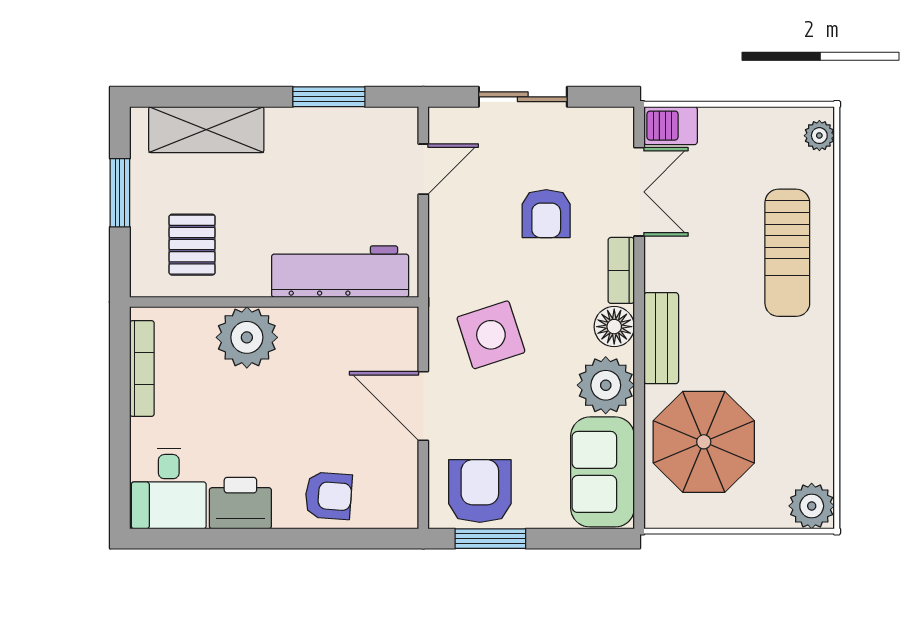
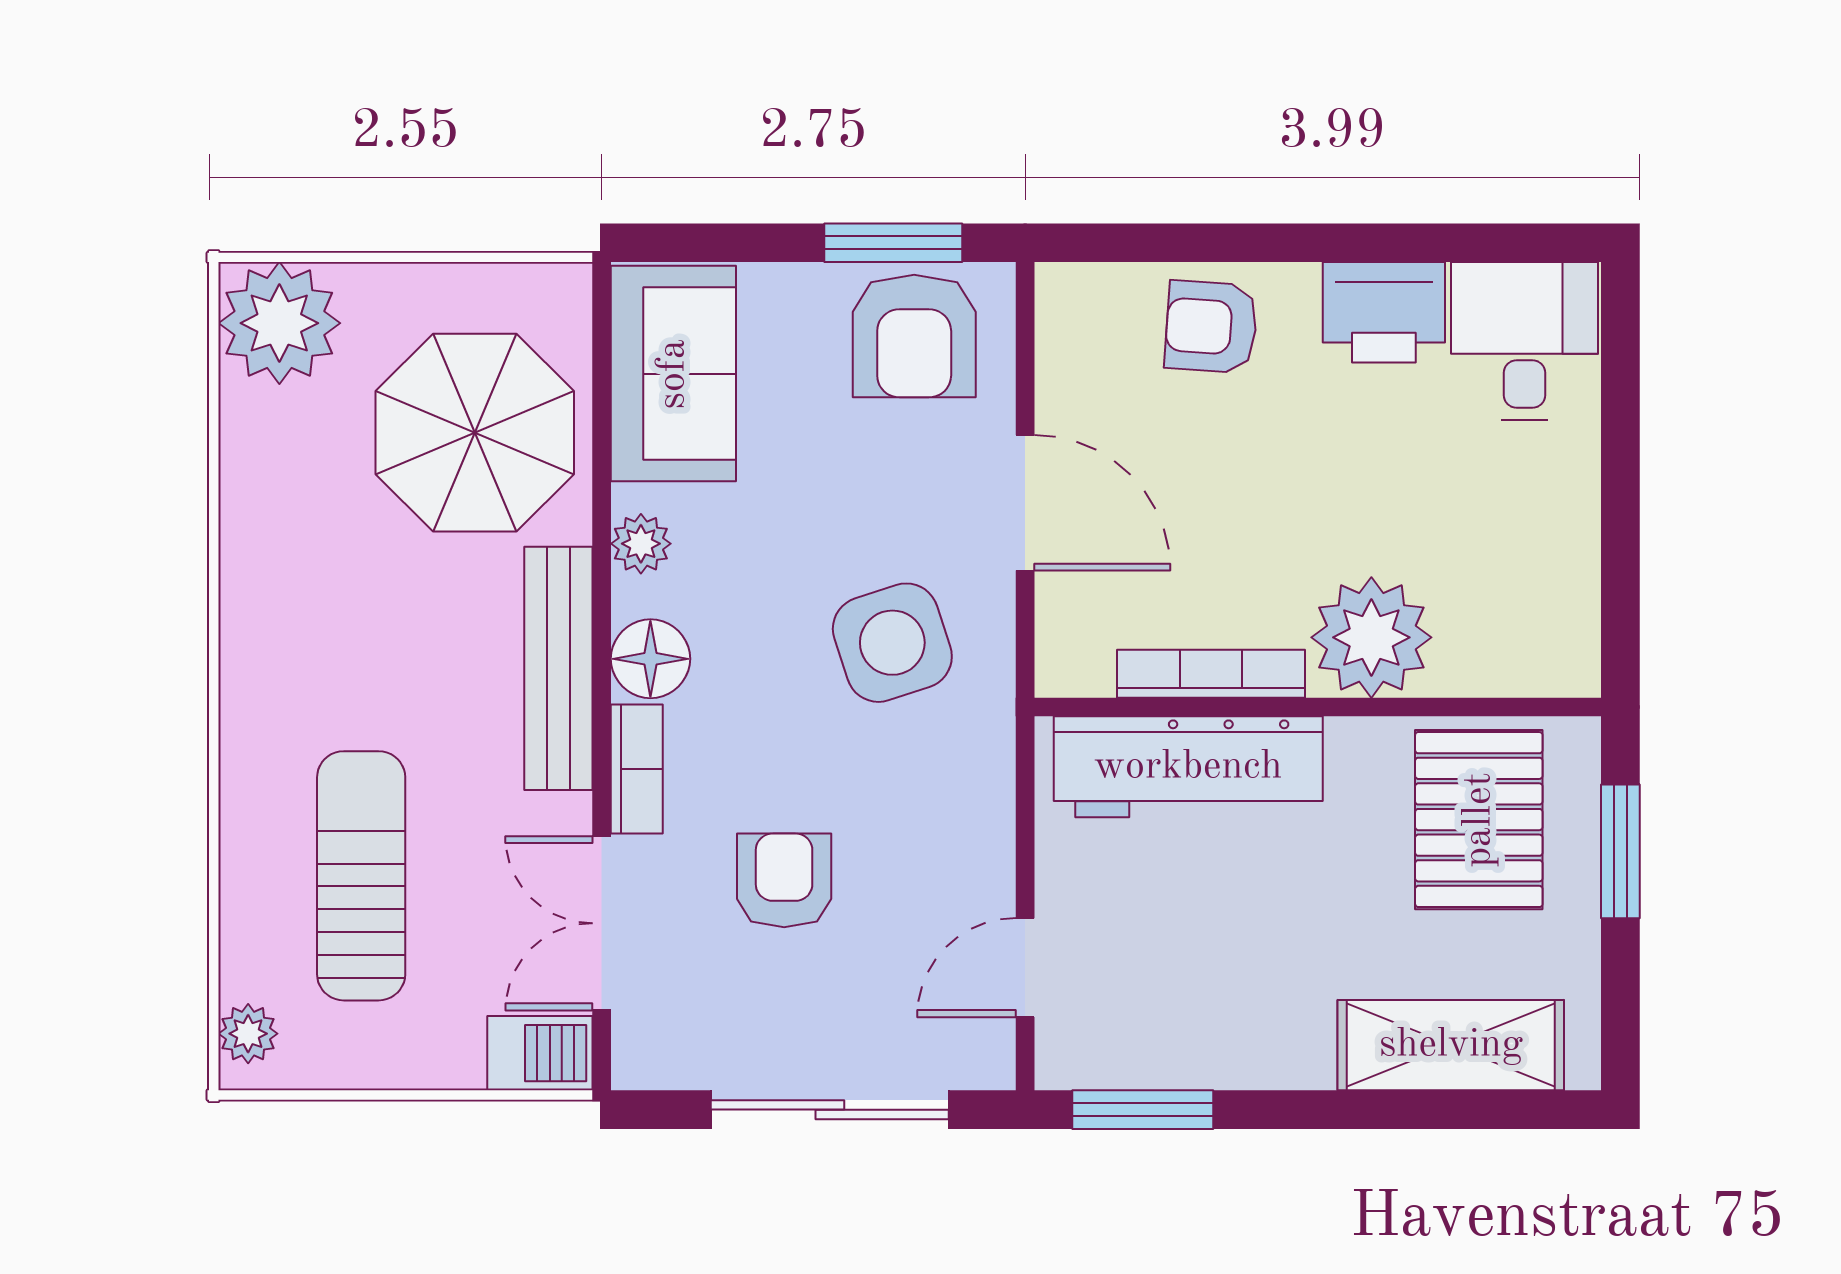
window: (329, 97) -> (1143, 1110), moved
sliding door: (523, 97) -> (830, 1110), width x1.37
window: (120, 193) -> (1620, 851), moved
pallet: (192, 245) -> (1479, 820), width x1.50, depth x1.42
sun lounger: (787, 253) -> (361, 876), moved
bench: (661, 338) -> (558, 668), width x1.36
bookcase: (142, 368) -> (1211, 674), moved, turned 90
plant: (606, 385) -> (641, 544), width x0.53, depth x0.53
plant: (812, 506) -> (279, 323), width x1.36, depth x1.36

